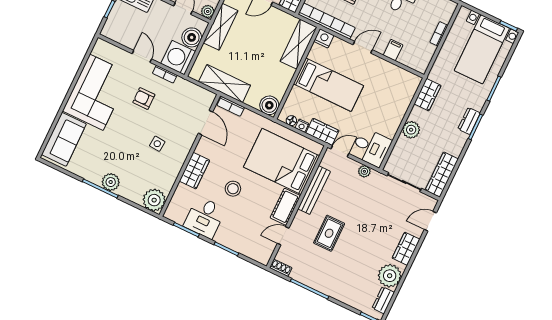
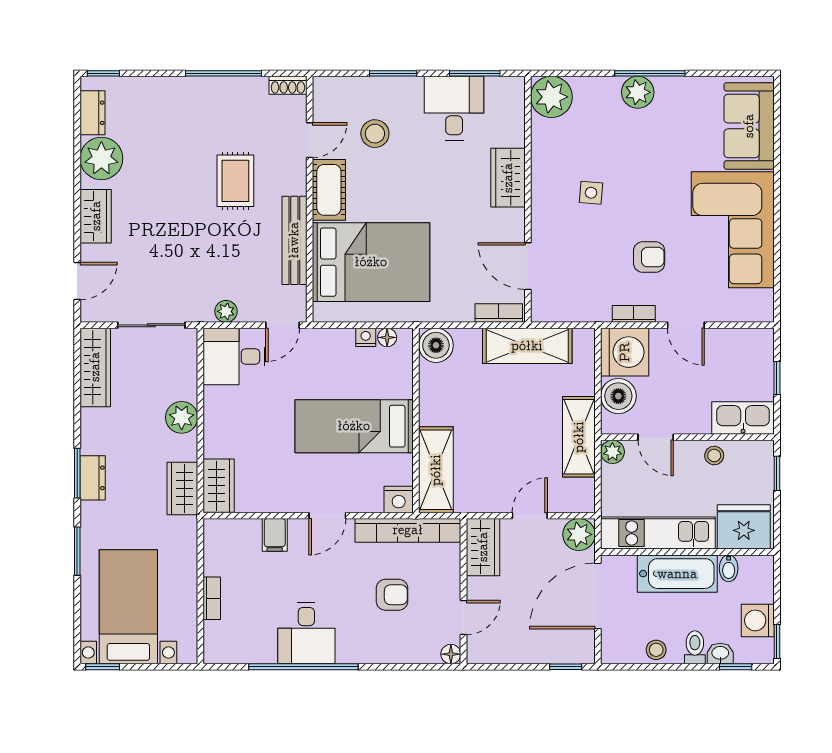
wardrobe: (322, 132) -> (219, 486), moved, turned -90
stool: (233, 189) -> (375, 134), moved

